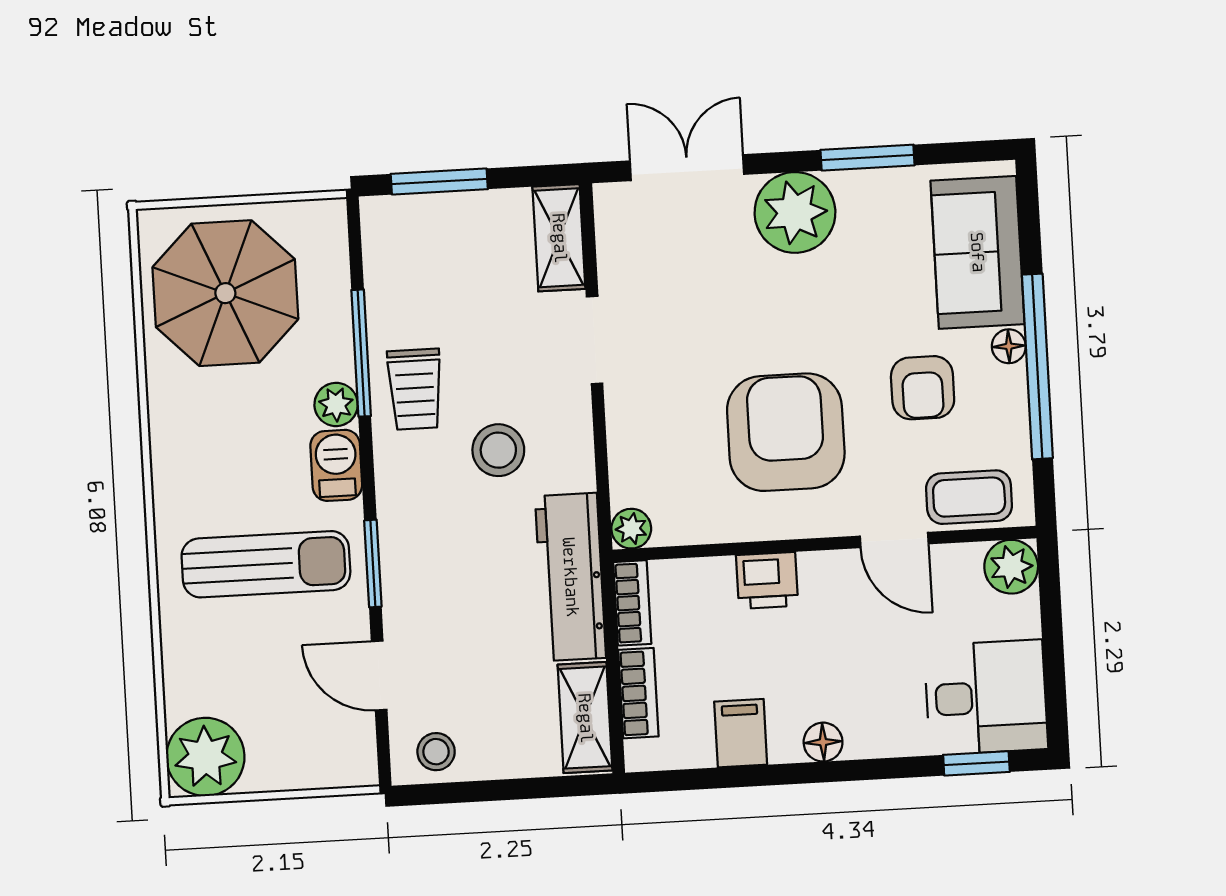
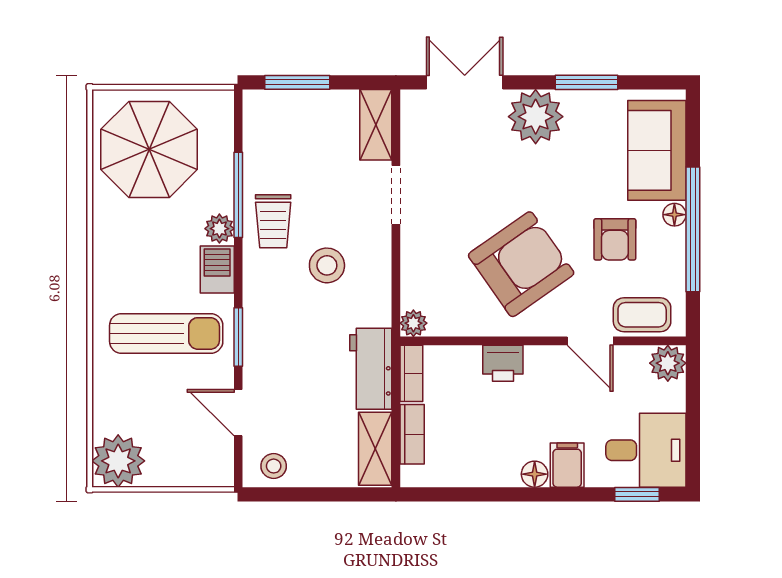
armchair: (786, 432) -> (521, 264), turned 55
workbench: (570, 577) -> (371, 369), width x0.73
filing cabinet: (741, 733) -> (567, 465), moved

